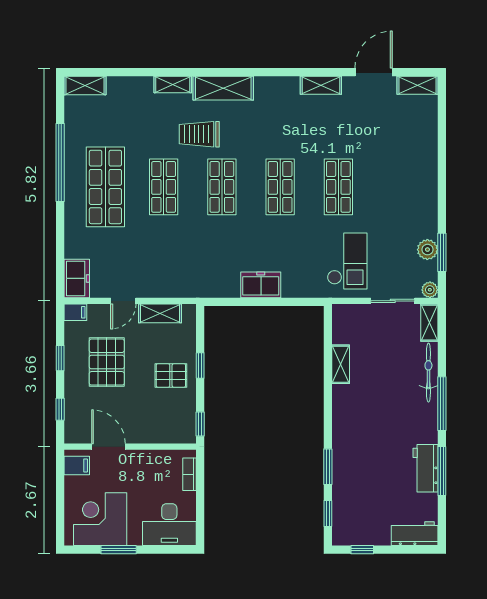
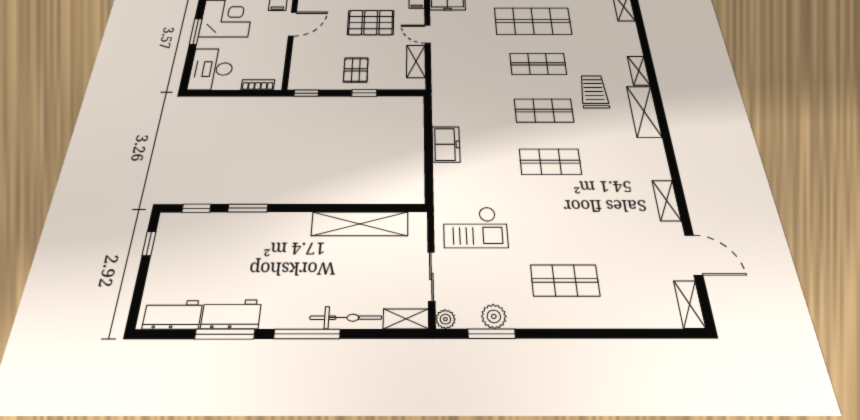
shop shelf: (338, 187) -> (565, 280), moved
shelving: (341, 364) -> (360, 224), width x2.20, depth x1.33
workbench: (415, 534) -> (173, 315), moved, turned -90

